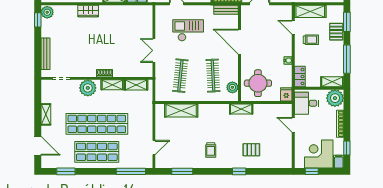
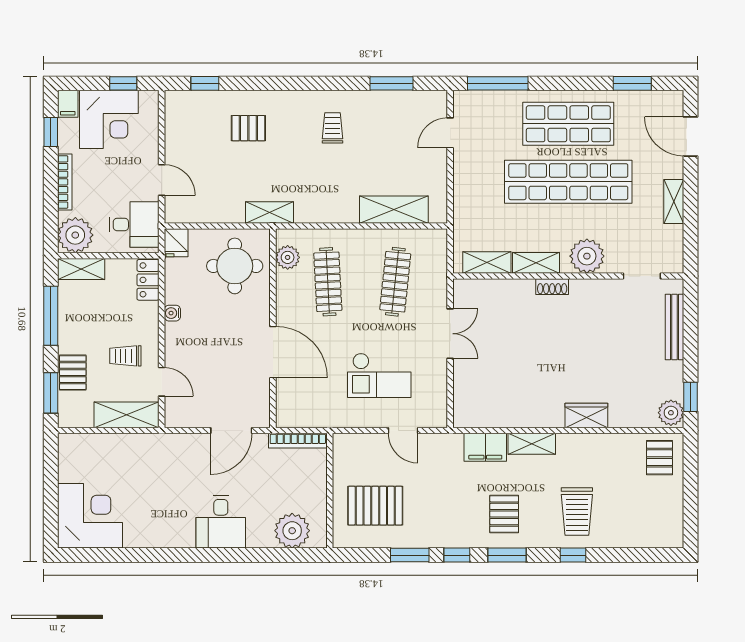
bench: (226, 10) -> (301, 418), removed
window: (239, 171) -> (205, 83), moved

